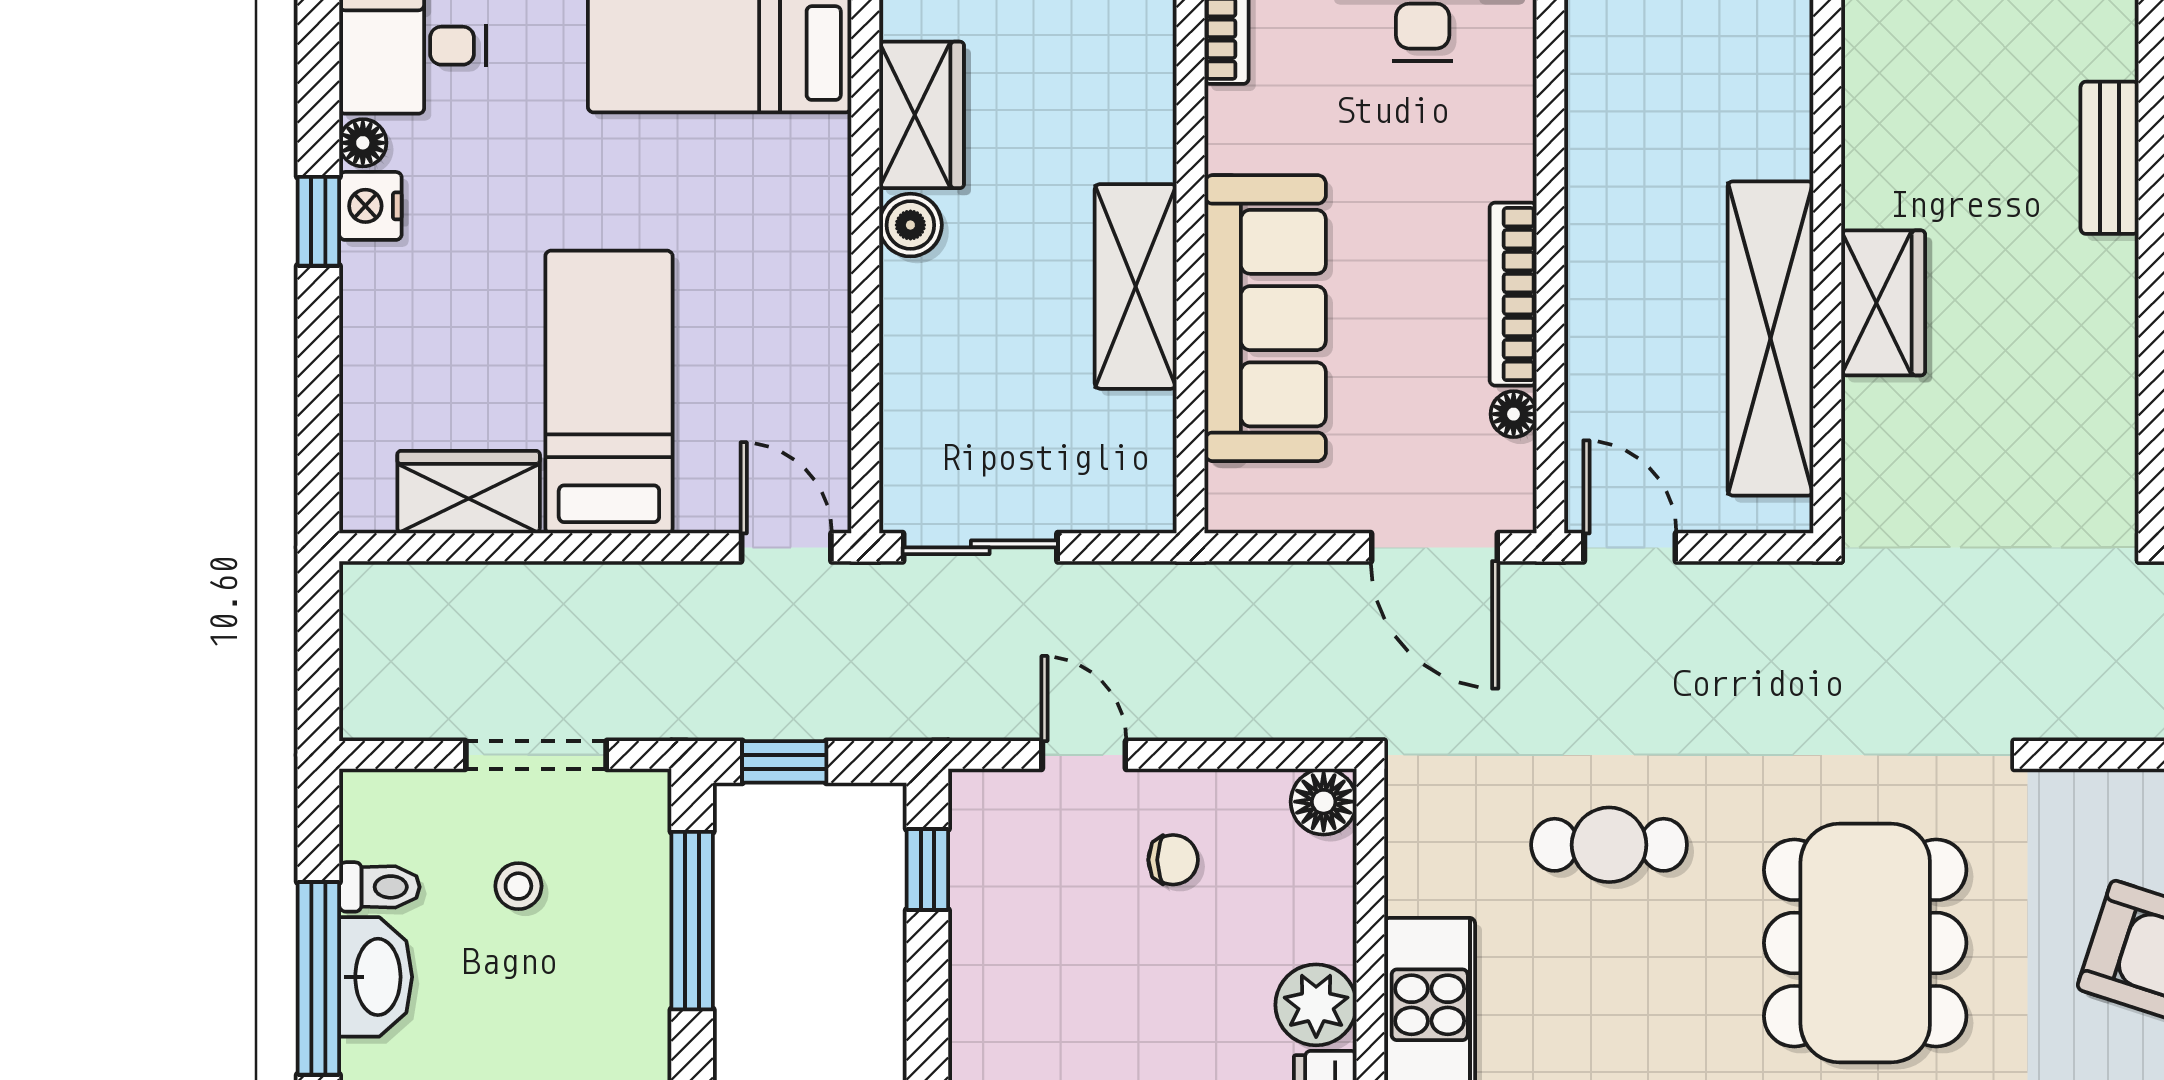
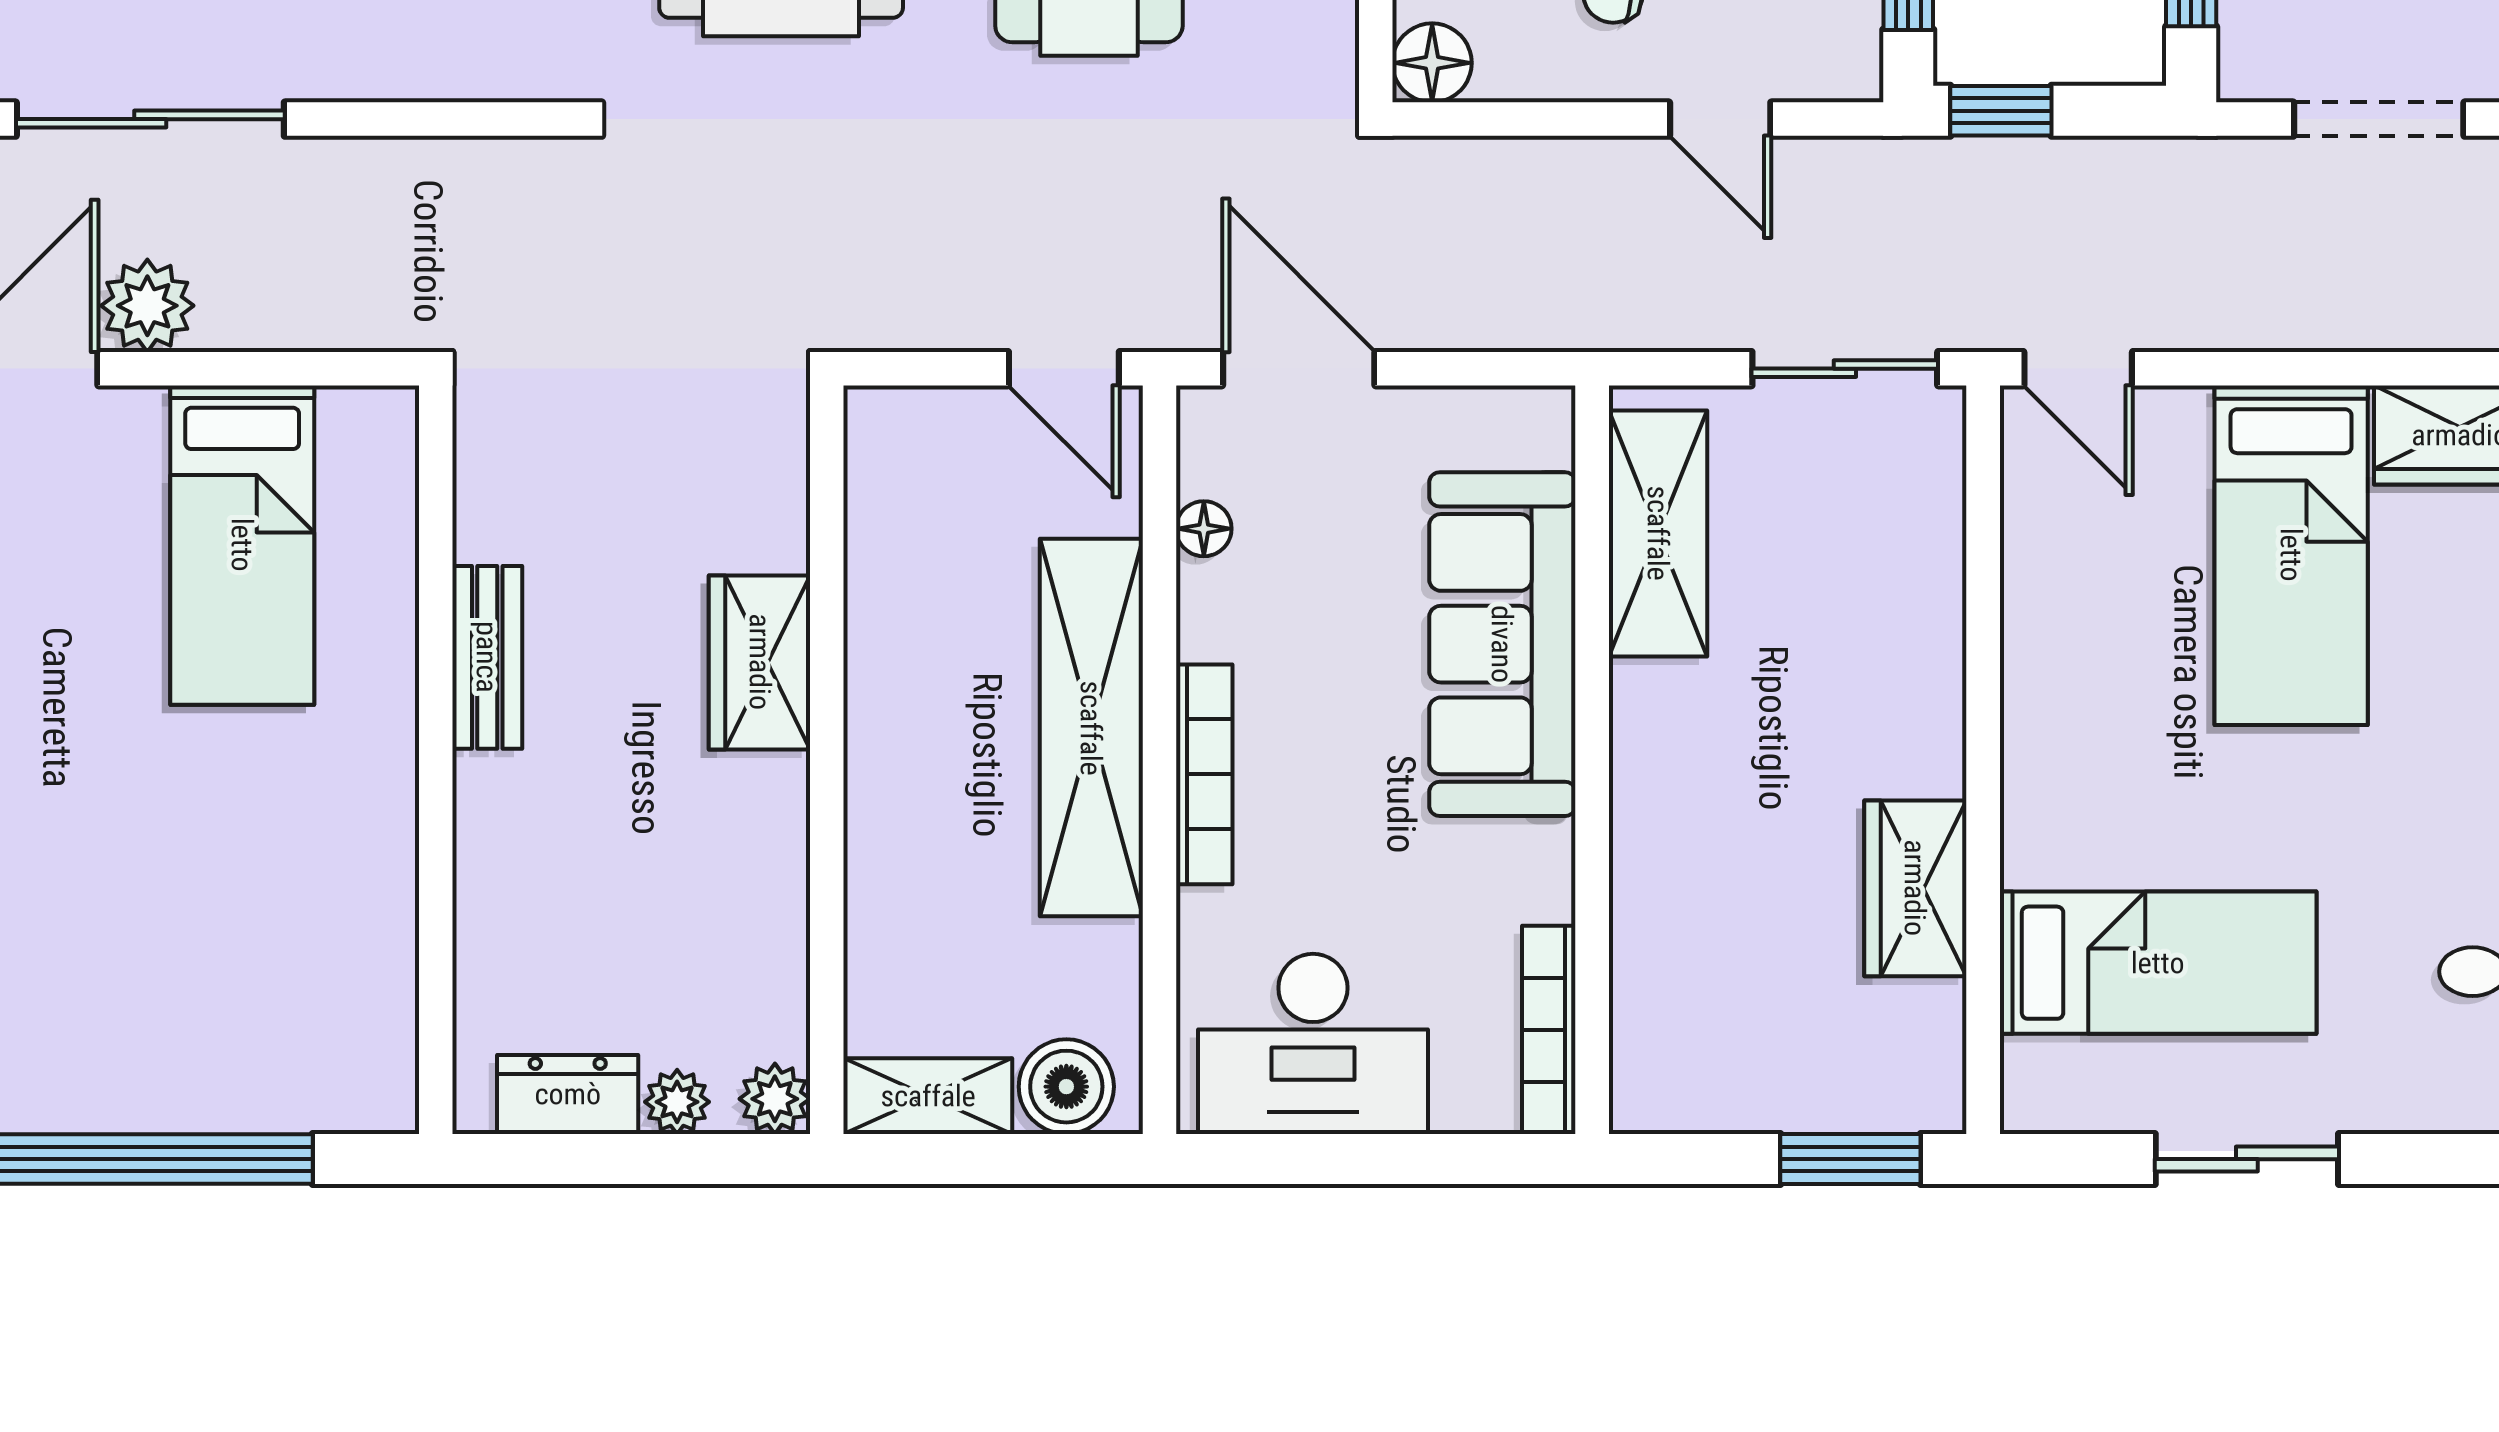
bench: (2110, 158) -> (487, 657), moved
boiler: (910, 225) -> (1929, 756), removed
shelving: (1136, 286) -> (1658, 533), moved
bookcase: (1513, 294) -> (1204, 774), moved
shelving: (1770, 338) -> (1091, 728), moved
window: (784, 762) -> (2001, 111), moved

